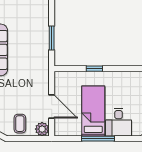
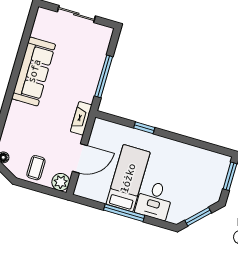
window: (52, 38) -> (104, 76), width x1.44
fireplace: (44, 75) -> (81, 118), added
door: (52, 107) -> (80, 158), hinge flipped

